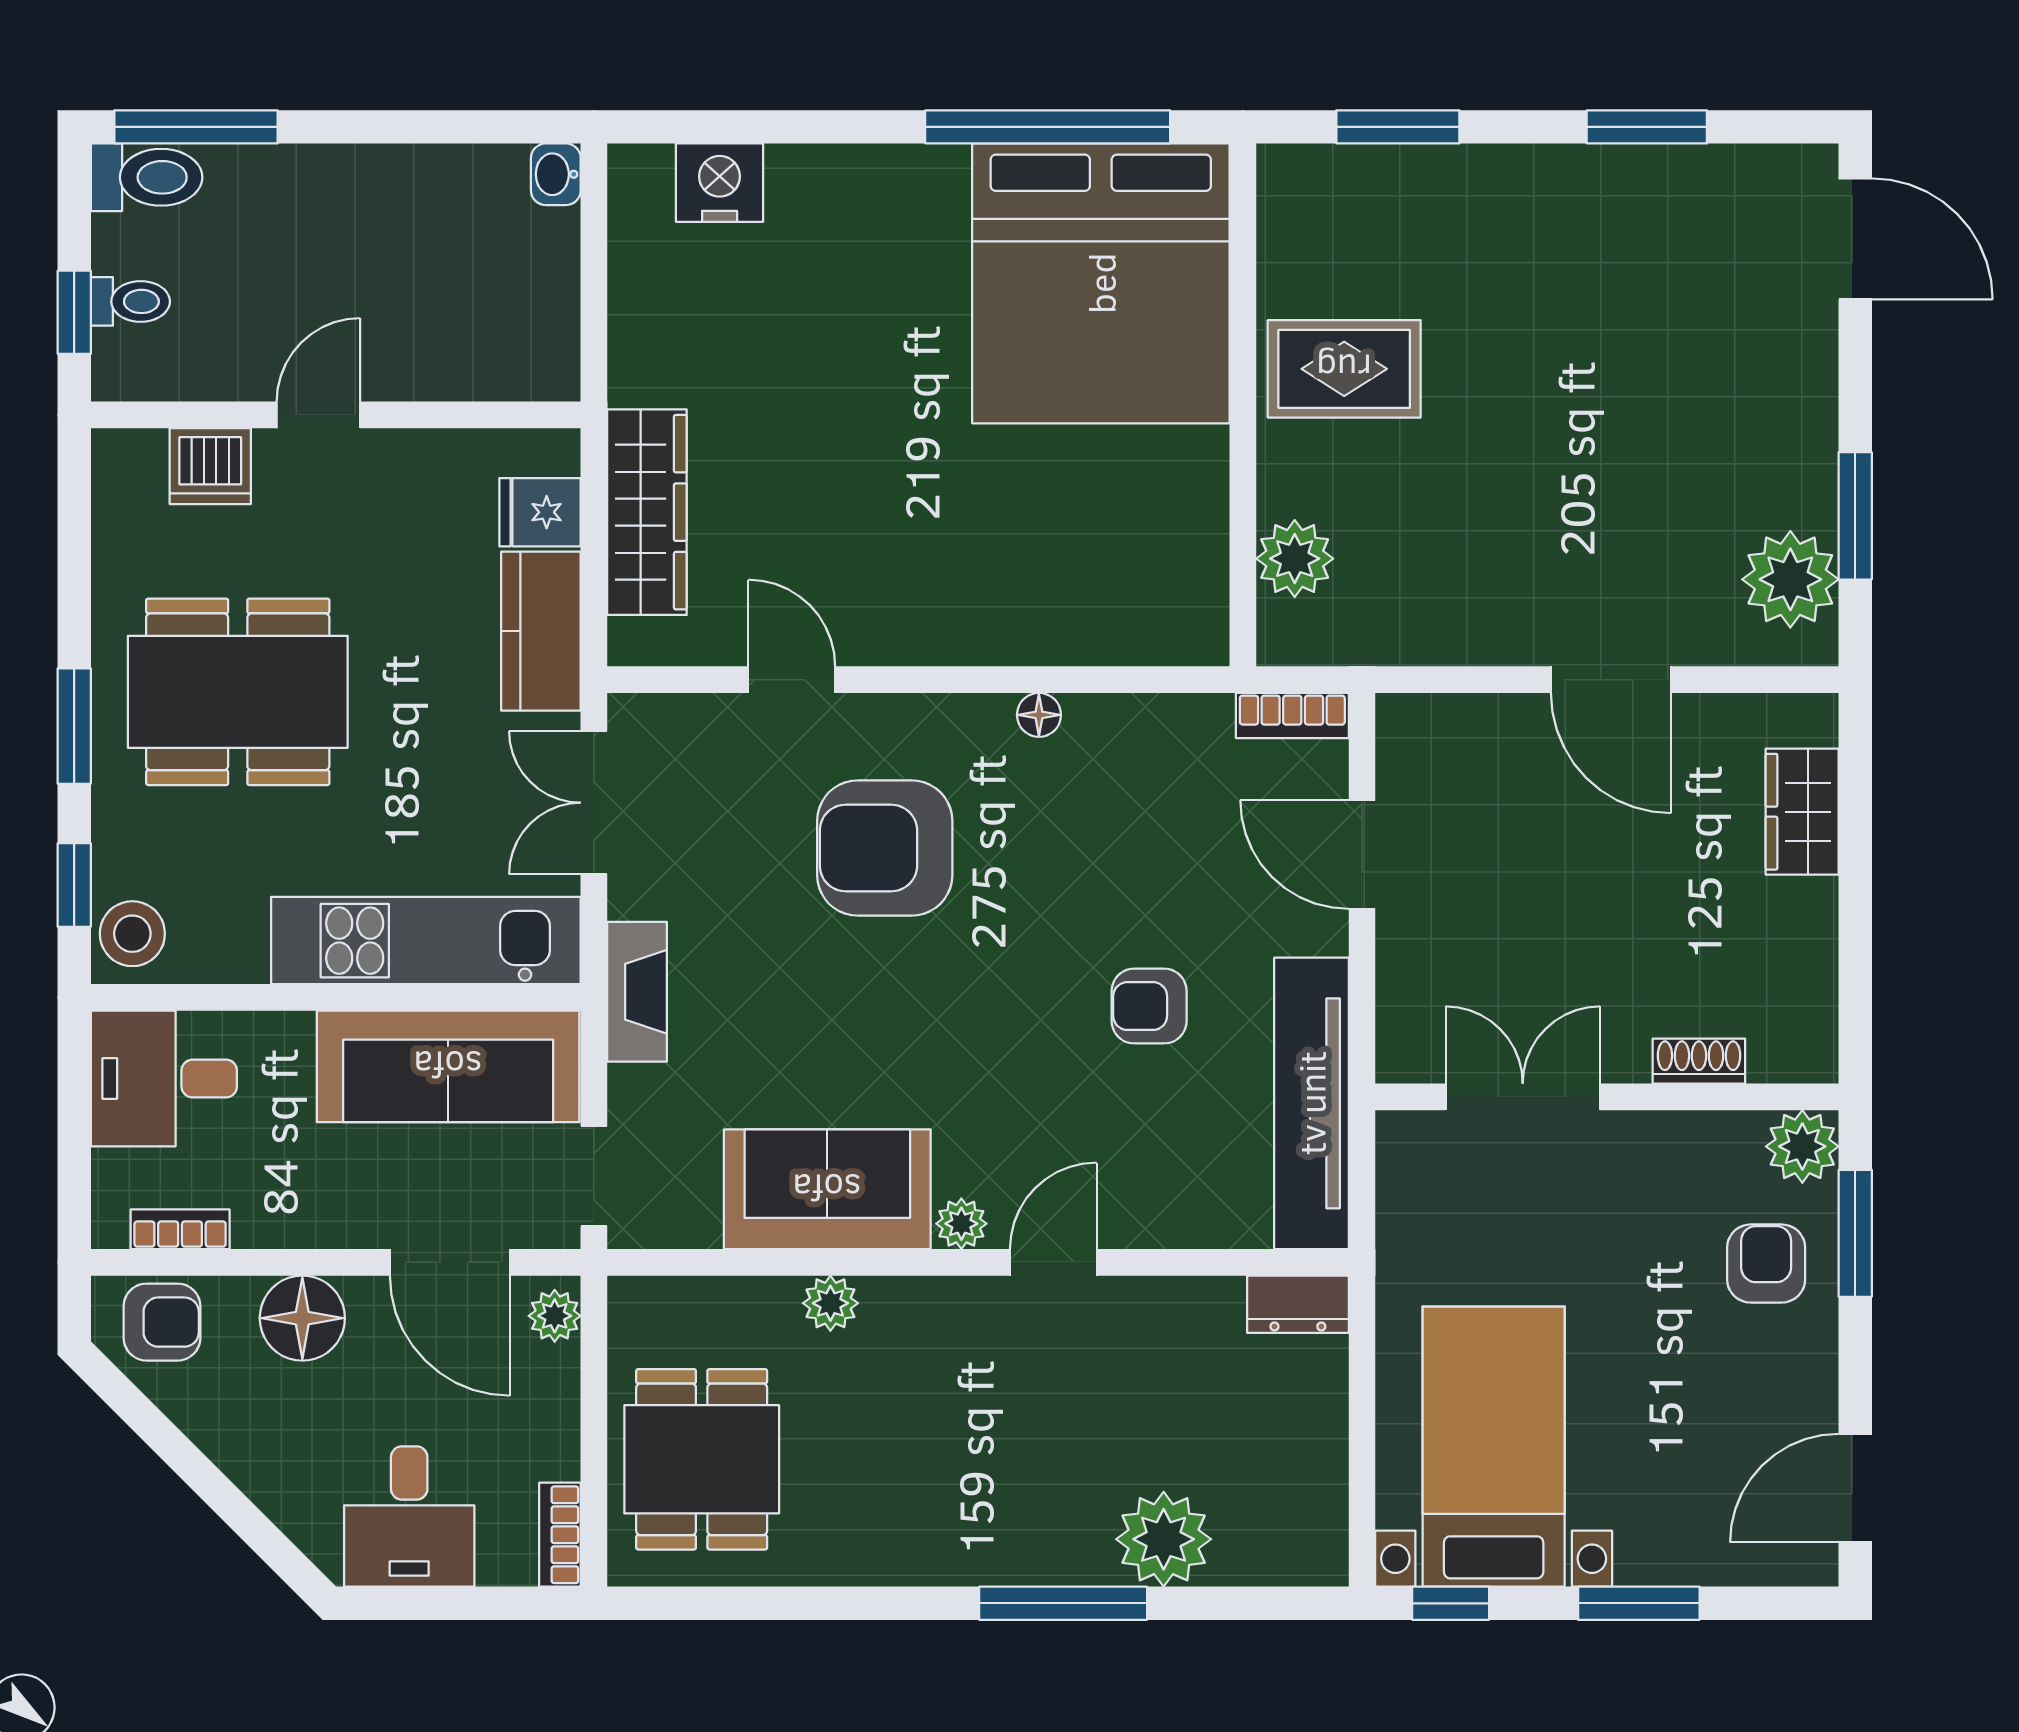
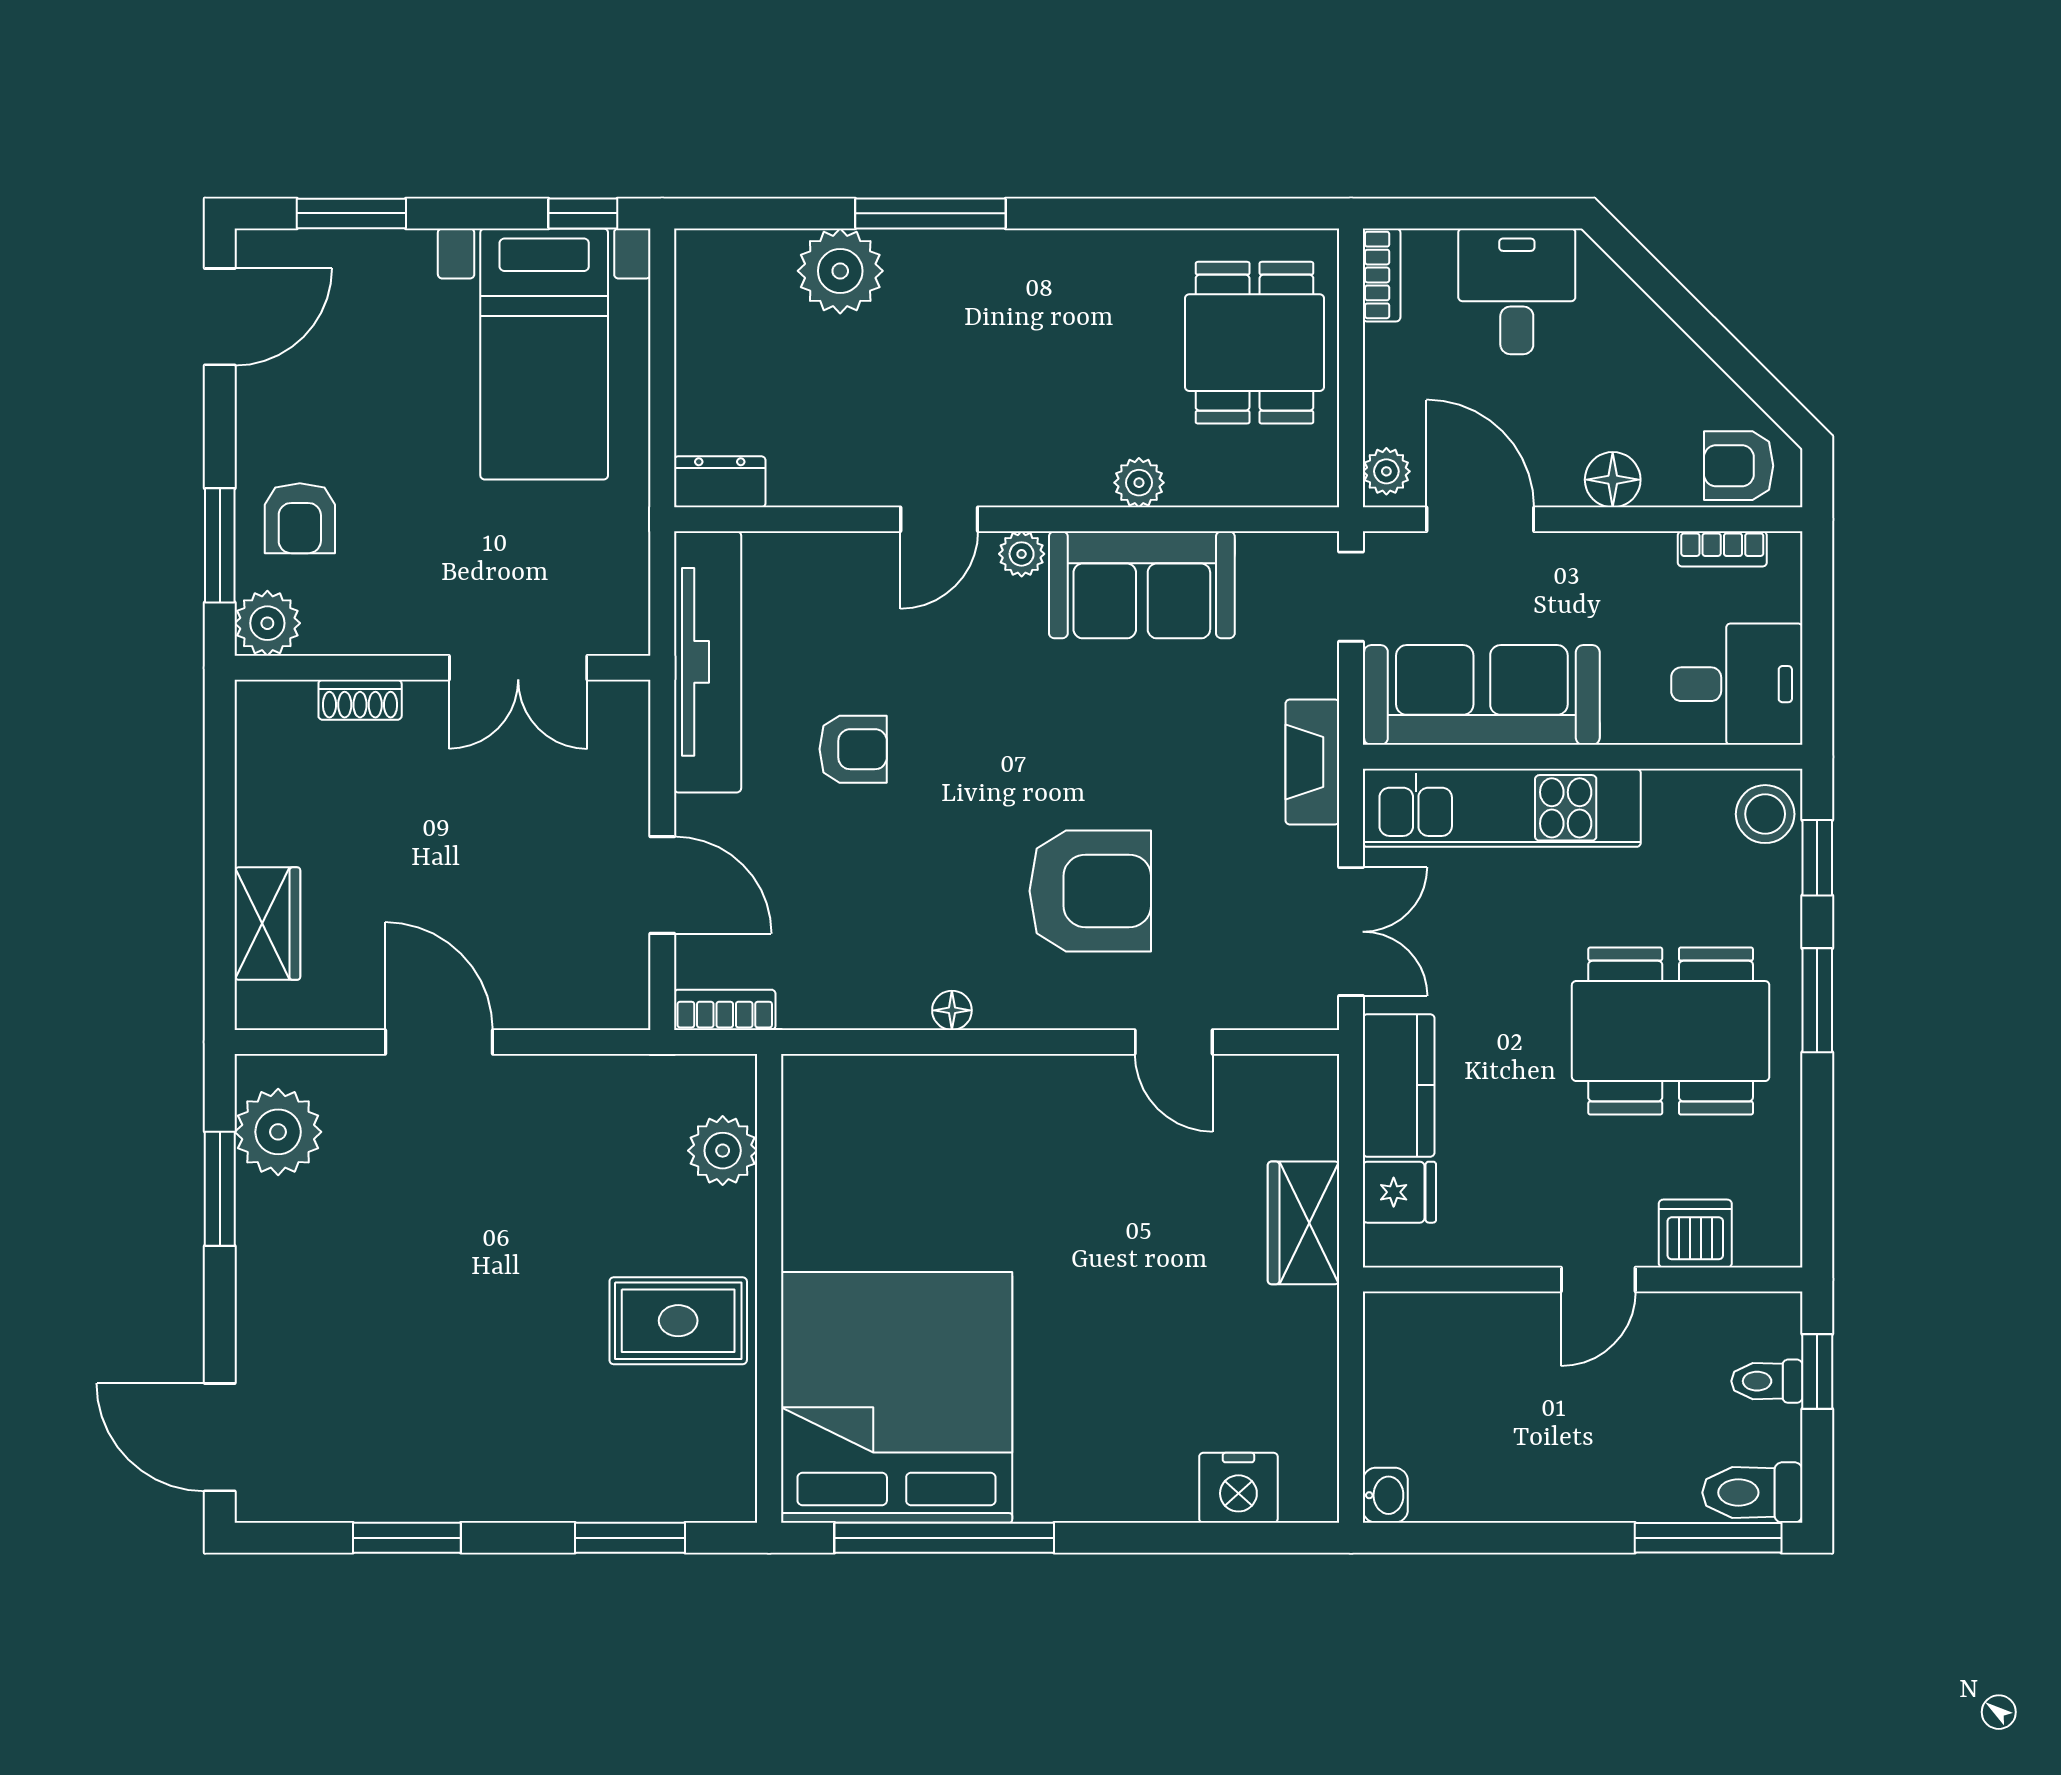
wardrobe: (647, 512) -> (1304, 1223), width x0.67
floor lamp: (302, 1318) -> (1613, 480), width x0.73, depth x0.73
window: (1639, 1603) -> (351, 213), moved

